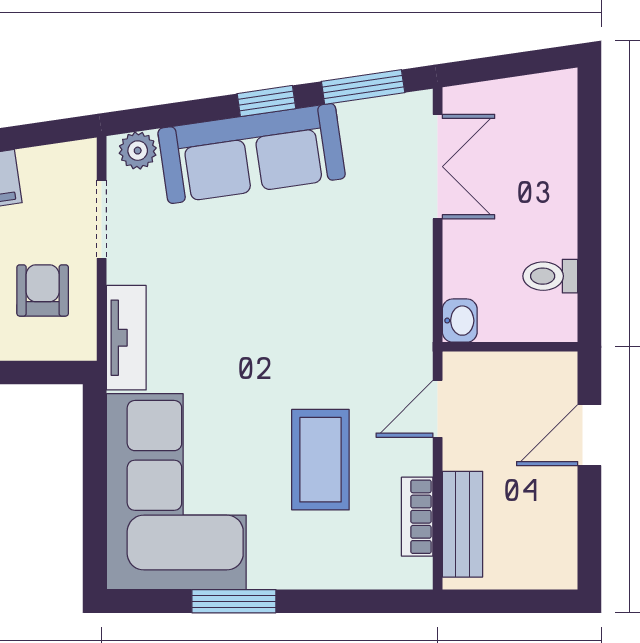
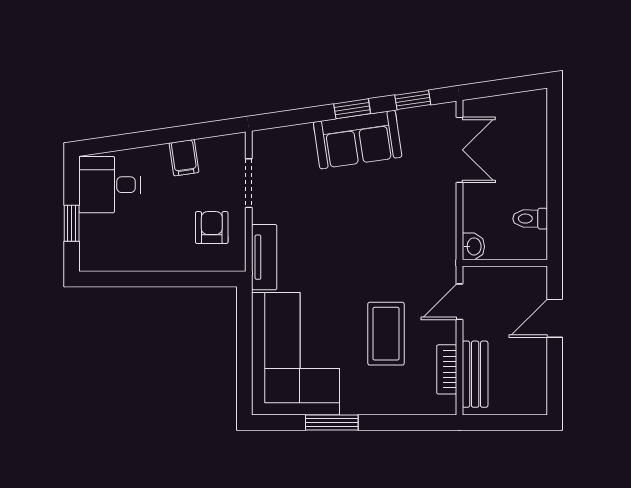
window: (363, 87) -> (413, 100), width x0.67
plant: (138, 151) -> (271, 140), removed
sofa: (252, 154) -> (358, 140), width x0.73

